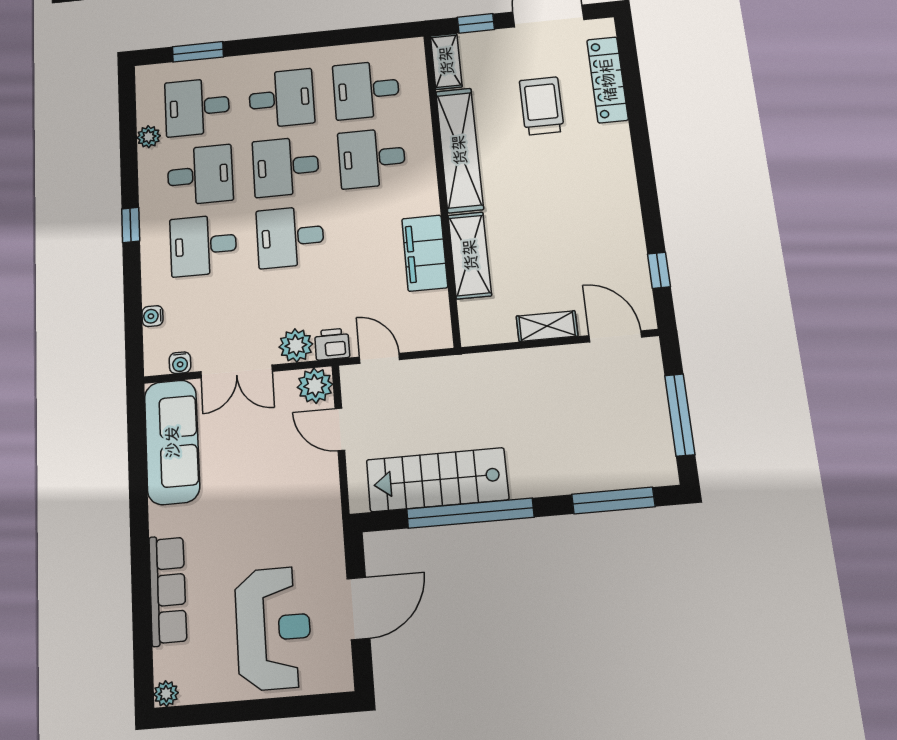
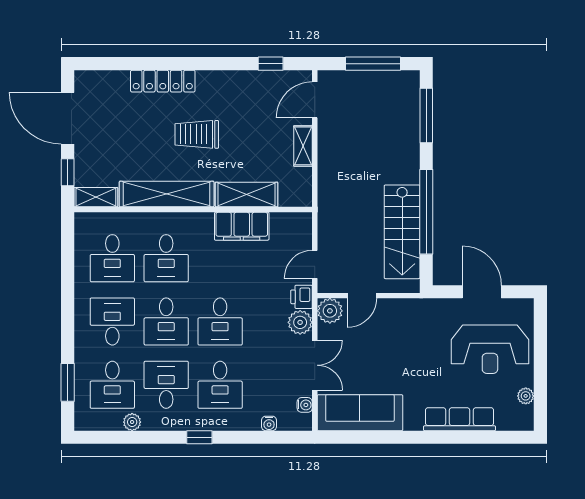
locker: (608, 80) -> (163, 81), moved
trolley: (542, 106) -> (197, 134), moved
reception desk: (273, 628) -> (490, 349), turned 180
plant: (166, 694) -> (526, 396), moved

